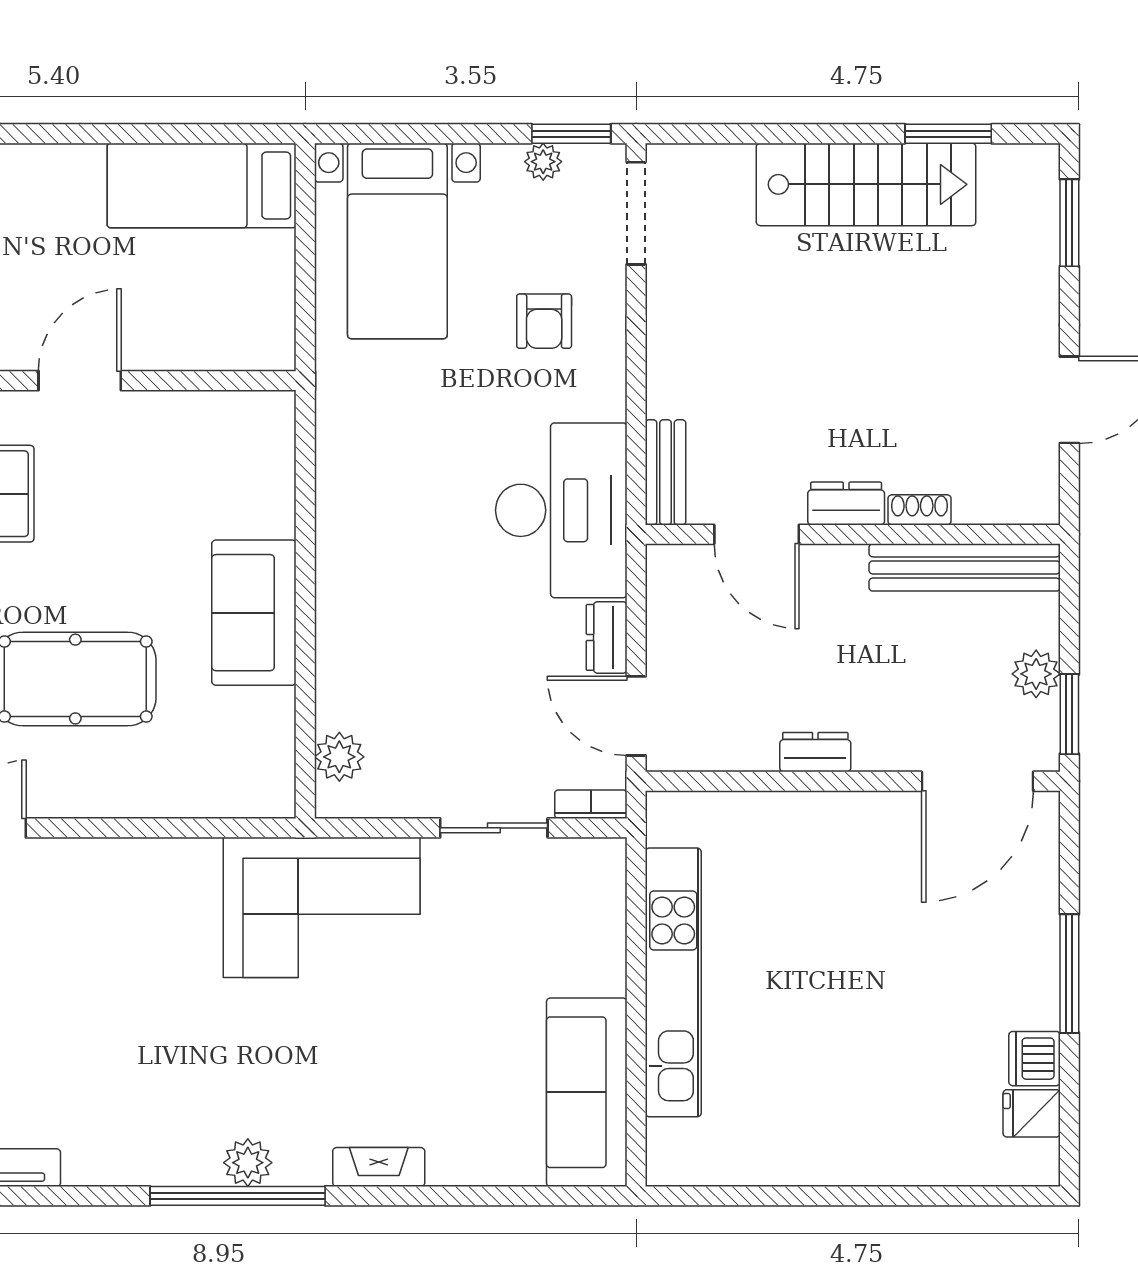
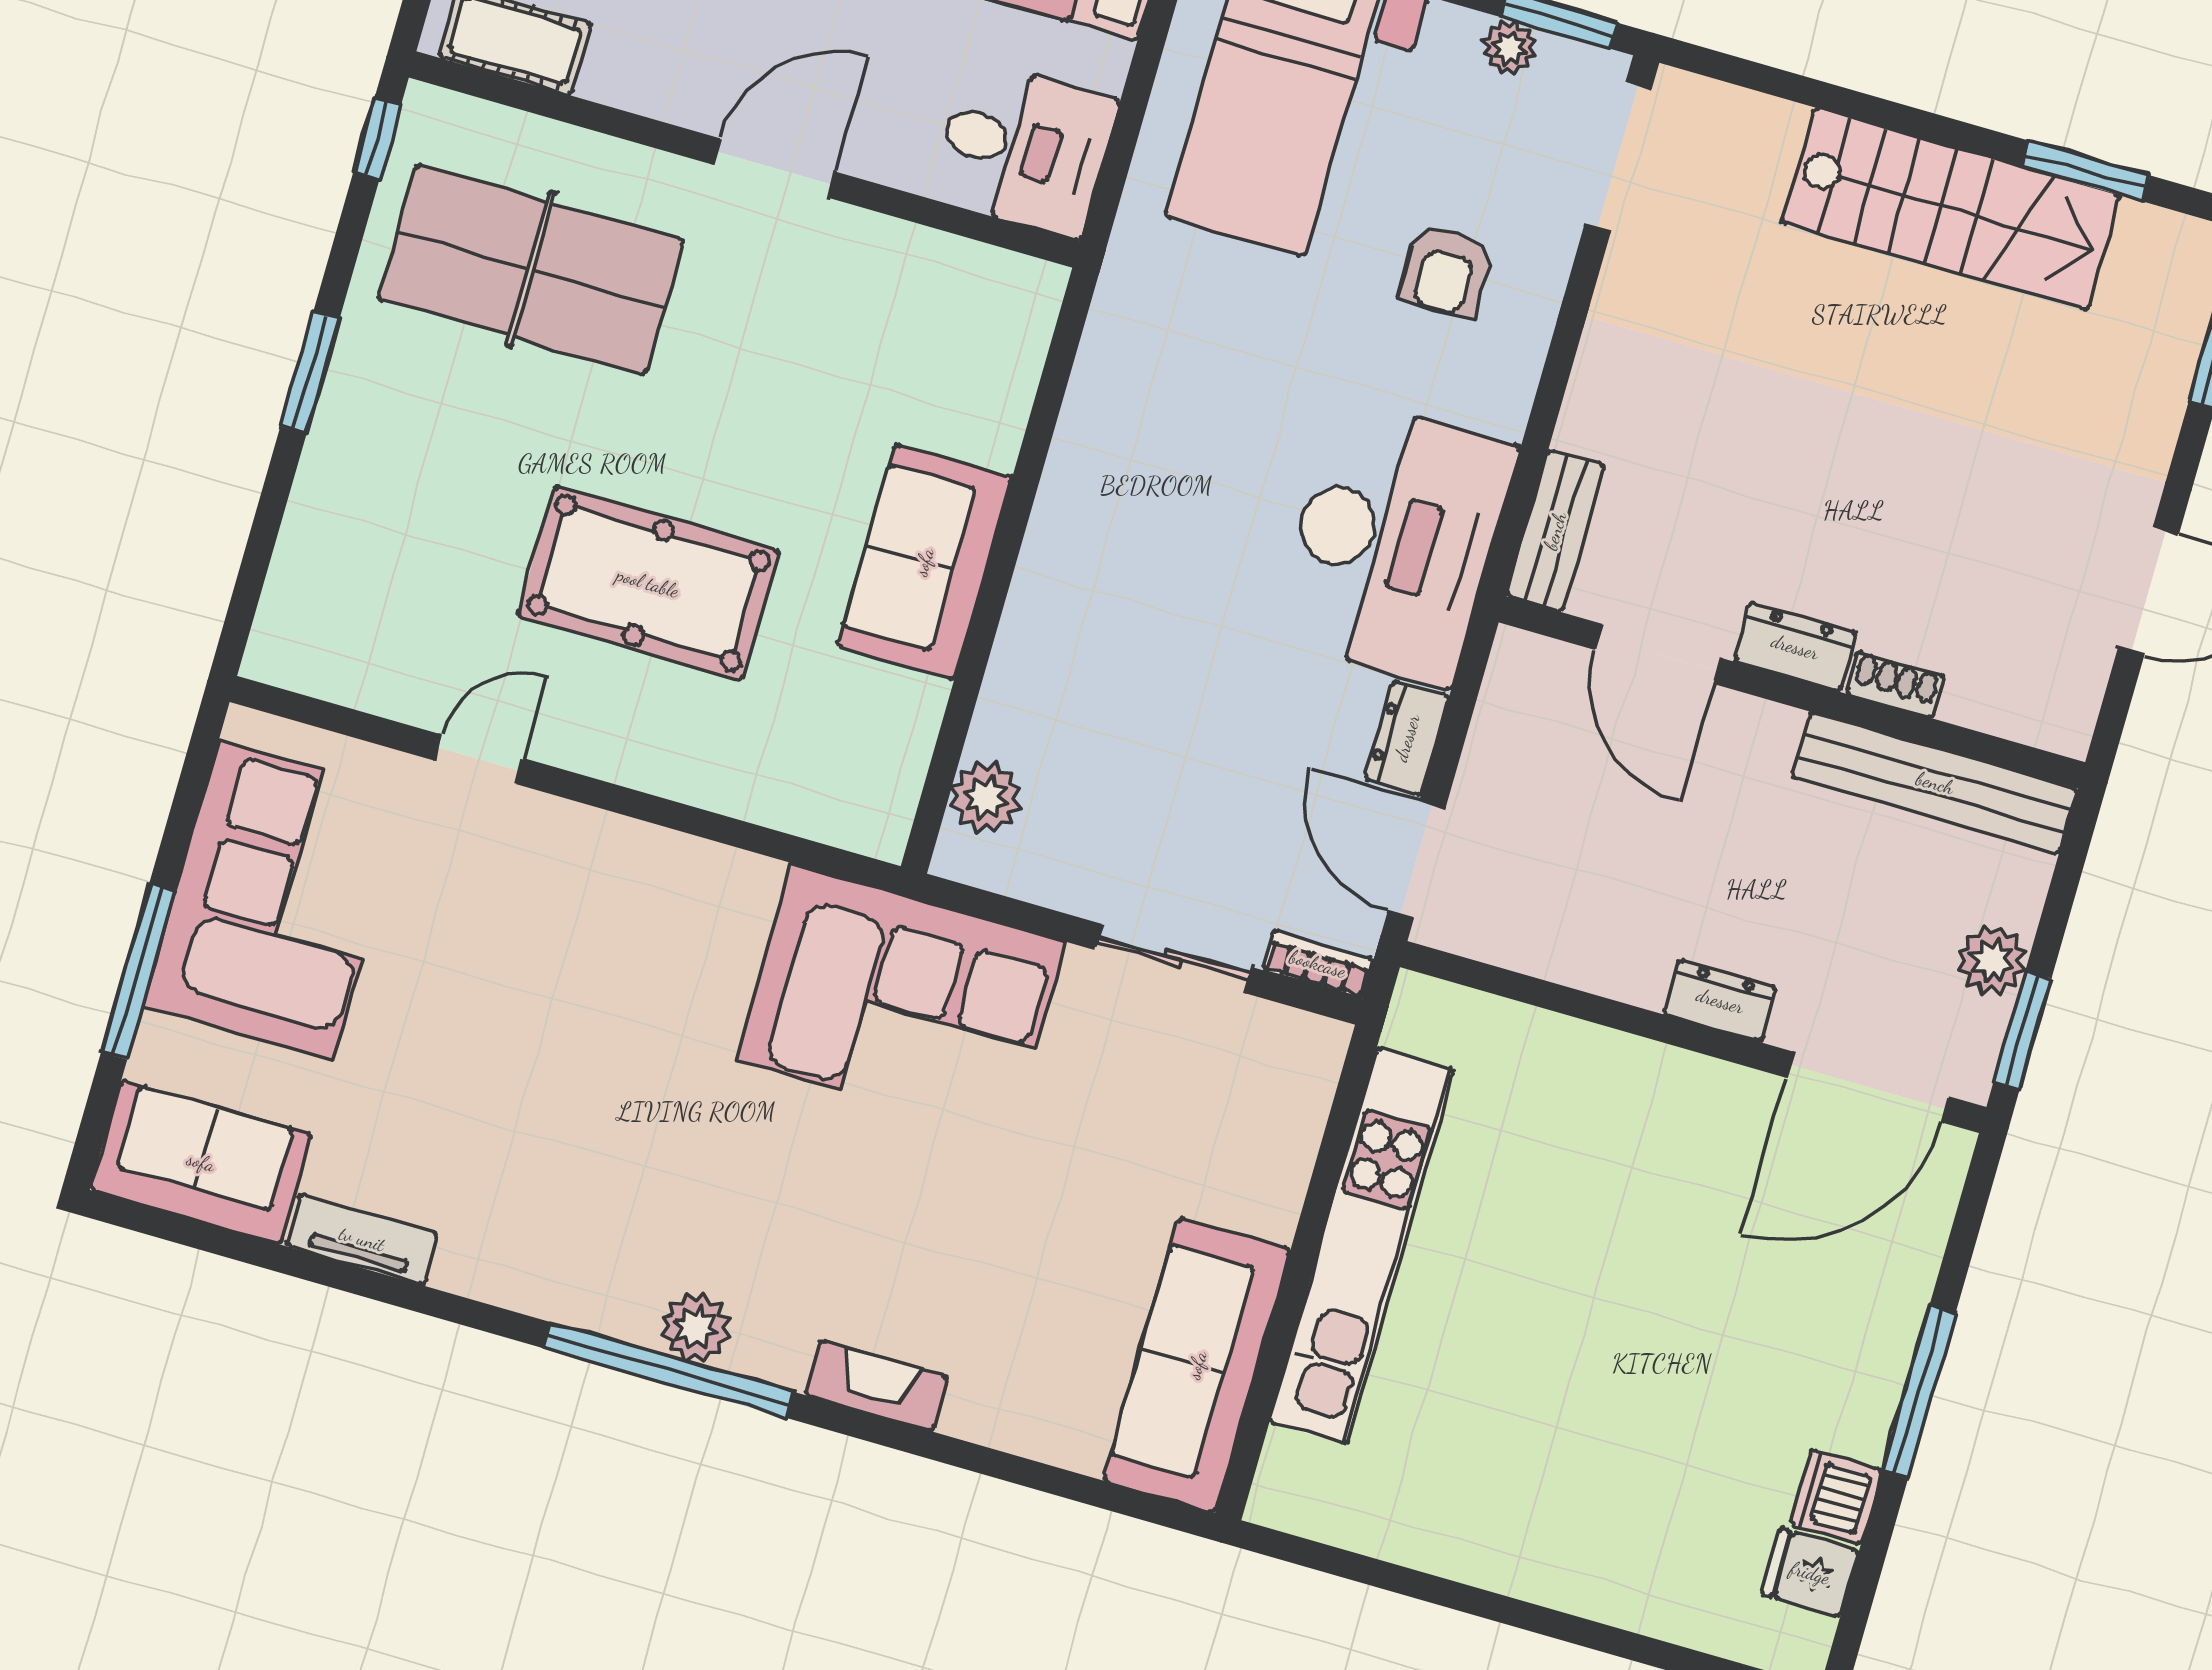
desk: (241, 321) -> (1024, 149), added
dresser: (815, 752) -> (1720, 1001), moved

